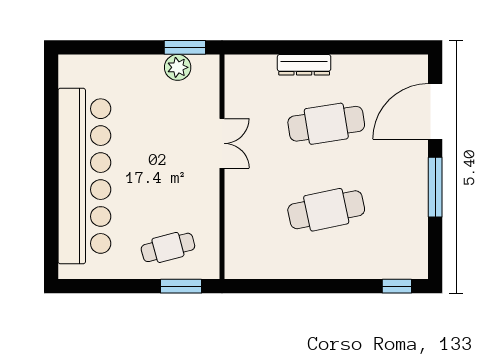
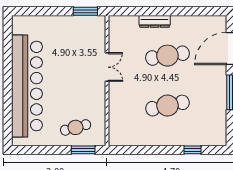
plant: (178, 67) -> (81, 23), removed
window: (397, 286) -> (192, 150), moved

